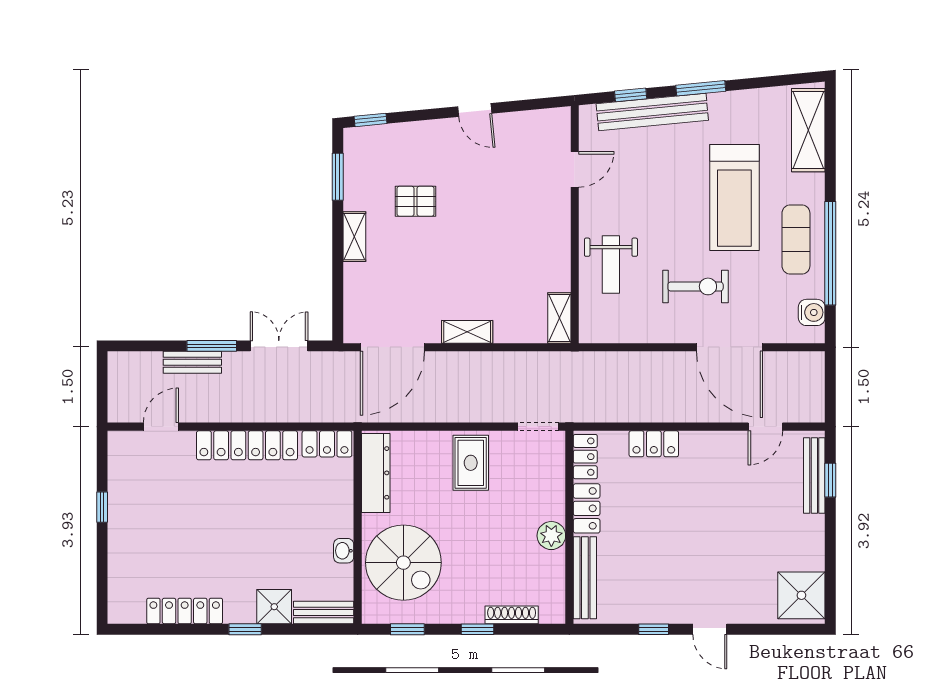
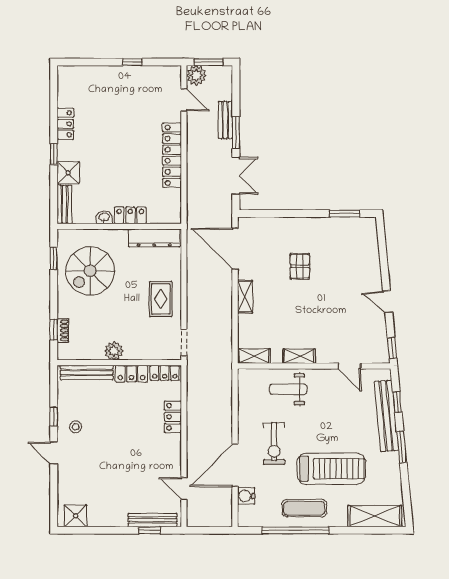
door: (475, 110) -> (388, 302), hinge flipped
window: (370, 120) -> (392, 348), moved
treadmill: (734, 198) -> (331, 469), turned 180
pallet: (416, 201) -> (300, 266), moved
shelving: (354, 237) -> (299, 356), moved
water cooler: (812, 312) -> (246, 496), moved, turned 90
window: (102, 389) -> (208, 62), added
plant: (123, 407) -> (196, 75), added
locker: (327, 444) -> (130, 215), moved, turned 90
rug: (471, 463) -> (161, 299), turned 90
spiral stairs: (403, 563) -> (90, 271), moved
stool: (669, 595) -> (76, 427), added
shower: (801, 595) -> (76, 516), width x0.73, depth x0.73
locker: (185, 611) -> (65, 124), width x0.66
shoe rack: (512, 615) -> (63, 330), width x0.70
window: (478, 629) -> (54, 330), moved
door: (710, 629) -> (54, 453), hinge flipped

